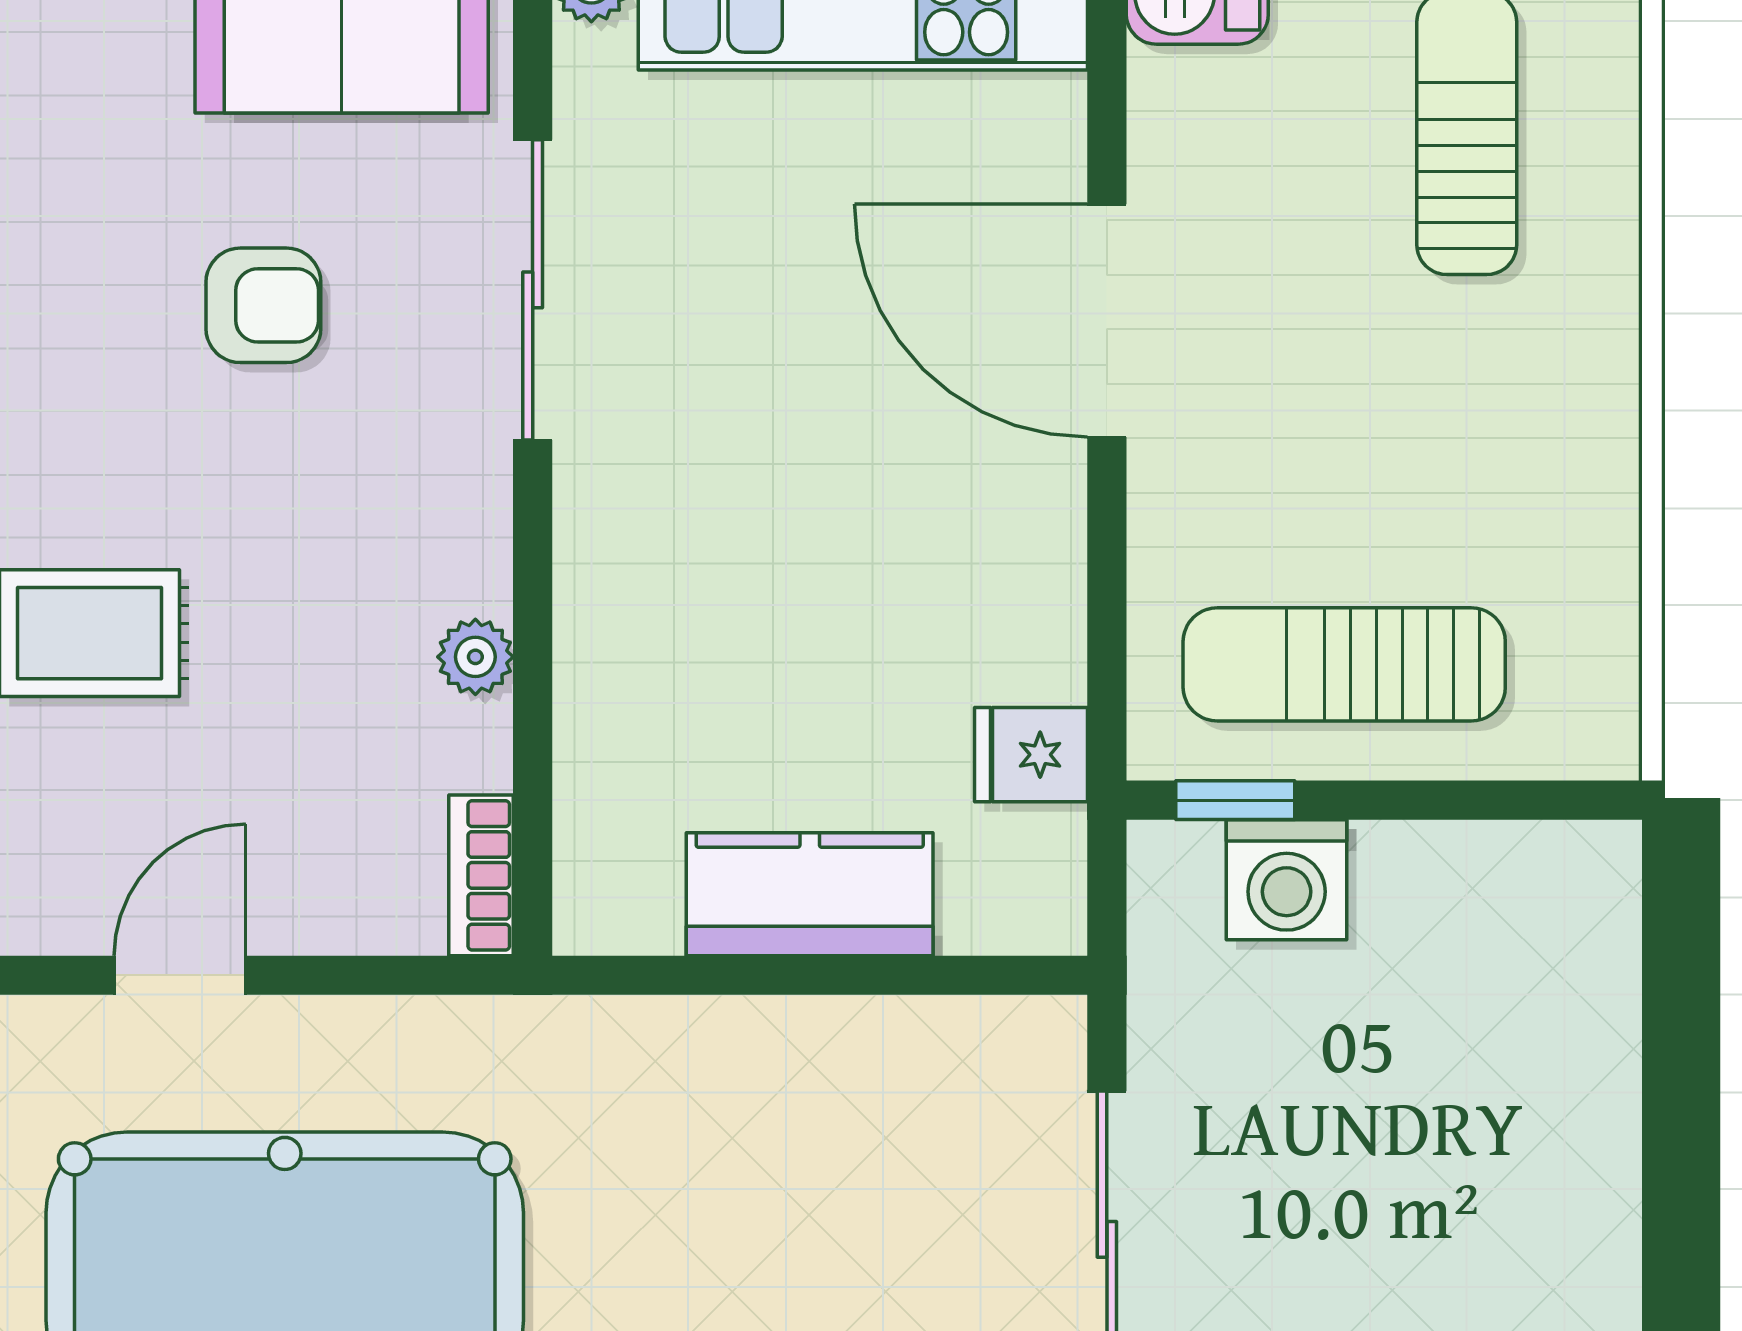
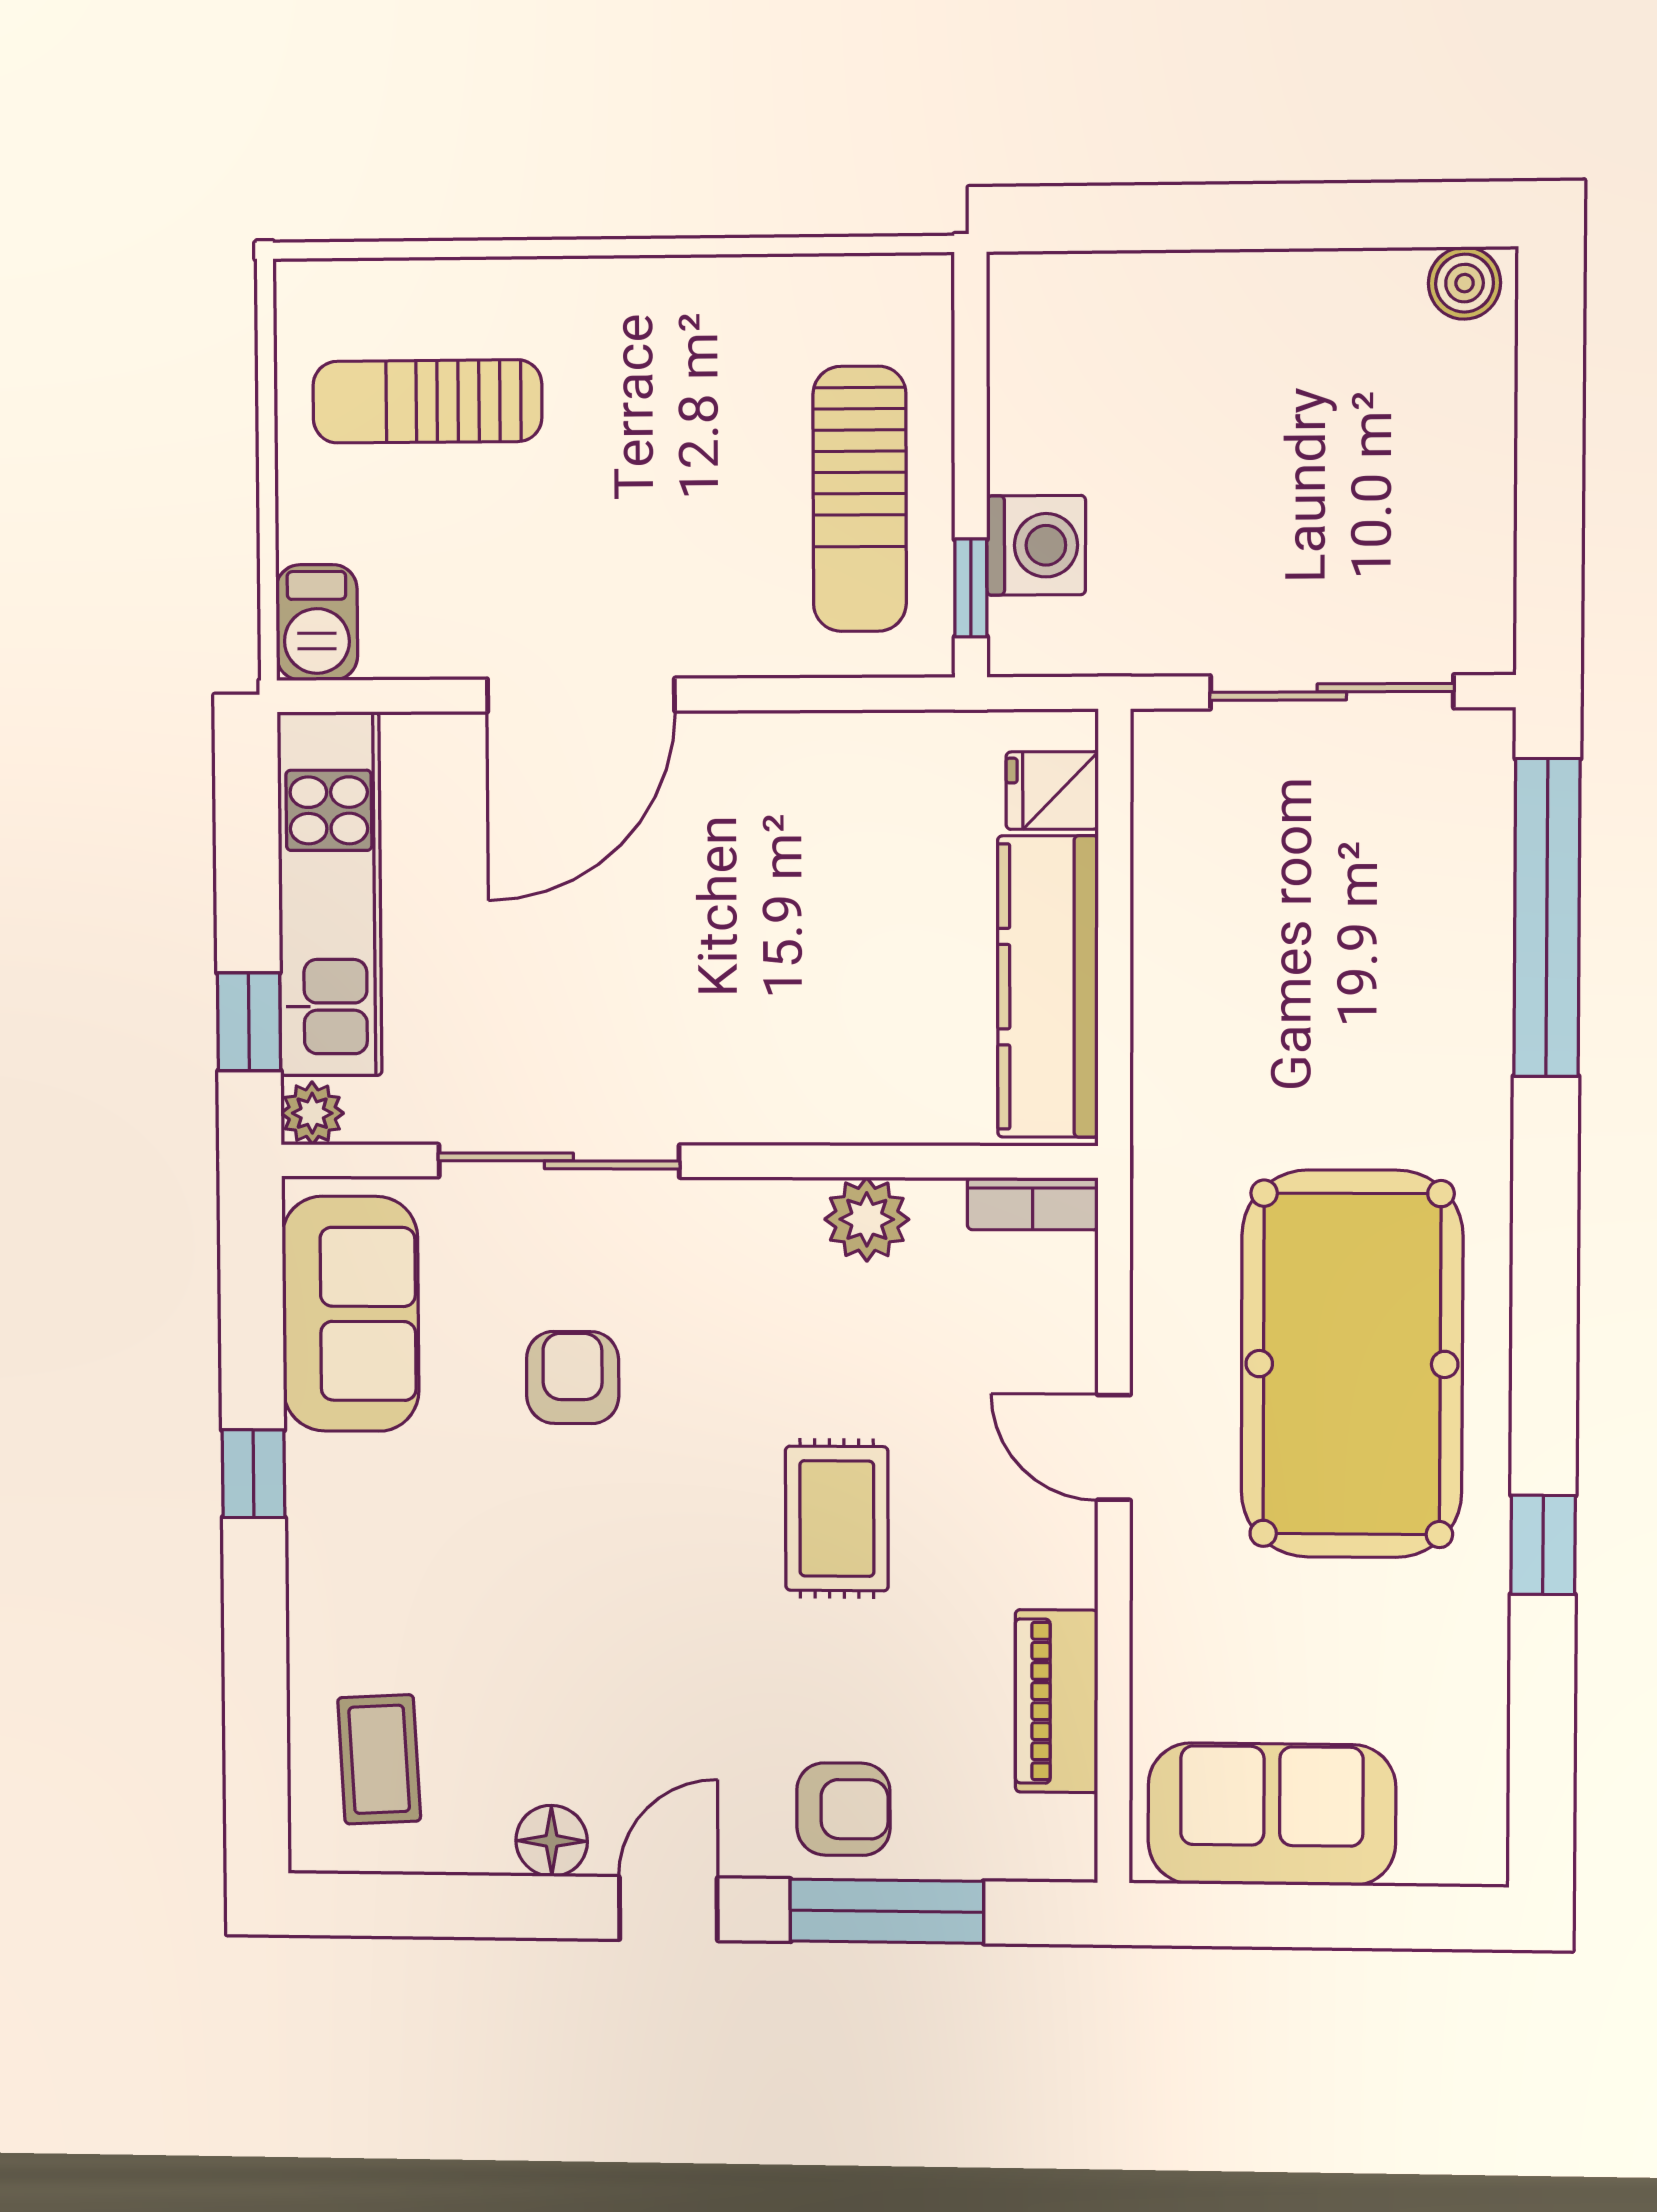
plant: (475, 657) -> (867, 1219), width x1.38, depth x1.38
fridge: (1031, 755) -> (1052, 791), moved, turned 90
kitchen counter: (810, 894) -> (1048, 987), width x1.50

